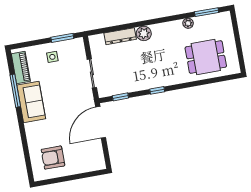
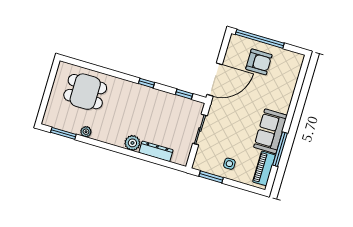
armchair: (53, 158) -> (259, 62), moved
window: (80, 176) -> (260, 39), added

